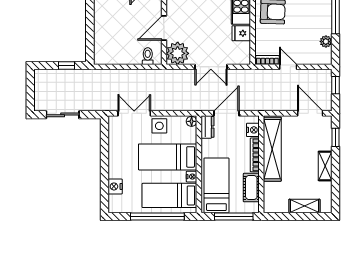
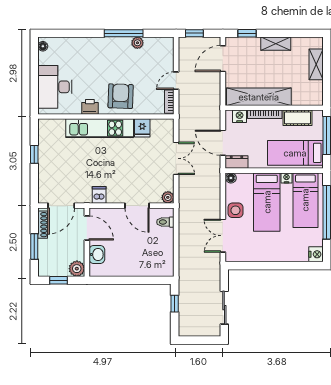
plant: (326, 42) -> (137, 43), moved
plant: (178, 53) -> (168, 197), width x0.53, depth x0.53
nightstand: (115, 186) -> (316, 254), moved, turned -90

